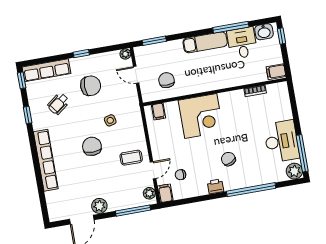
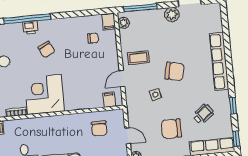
corner desk: (201, 116) -> (44, 95), moved
chair: (92, 146) -> (175, 71), turned -78
door: (153, 170) -> (122, 79), moved
printer: (215, 186) -> (31, 27), moved

